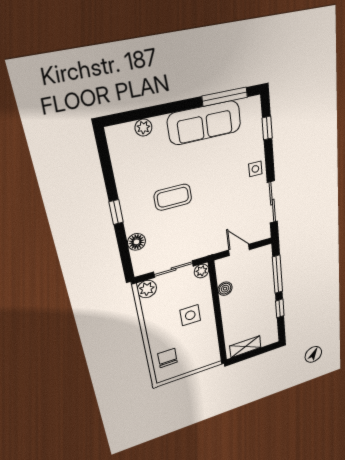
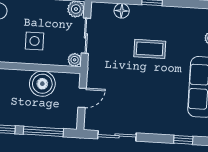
side table: (255, 169) -> (152, 124), removed
coffee table: (173, 197) -> (150, 49), turned 90
boiler: (225, 289) -> (42, 84), width x1.86, depth x1.86

